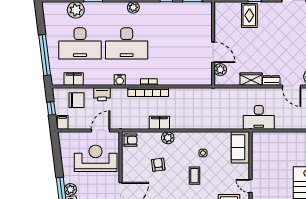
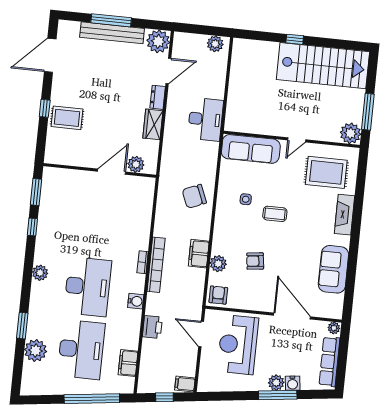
chair: (77, 100) -> (194, 196), moved, turned -112
plant: (168, 138) -> (218, 264), moved
sofa: (240, 147) -> (251, 149), width x1.36

